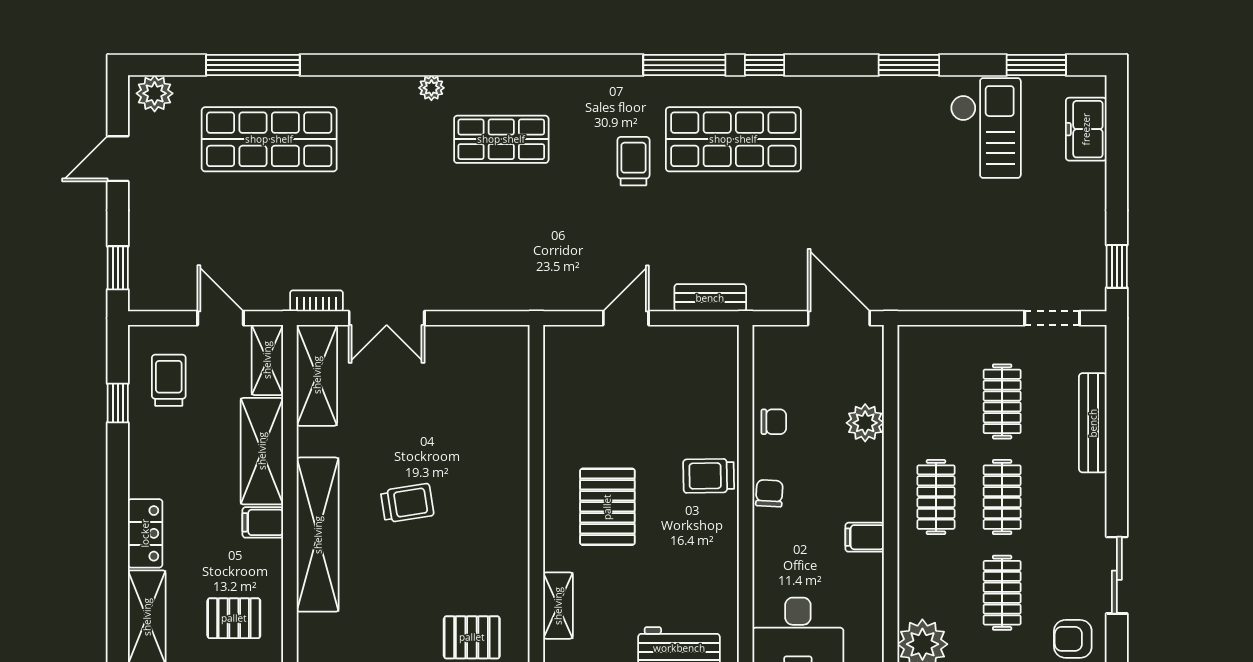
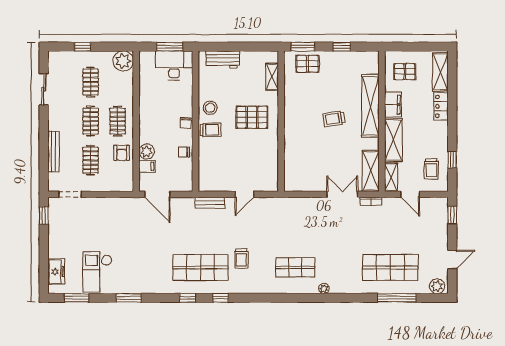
window: (684, 65) -> (221, 298), width x0.46
pallet: (607, 507) -> (252, 117), turned 90
filing cabinet: (263, 522) -> (393, 105), width x2.00
stool: (710, 530) -> (210, 108), added
filing cabinet: (865, 537) -> (147, 166), moved
armchair: (1073, 639) -> (122, 153), moved, turned 90

